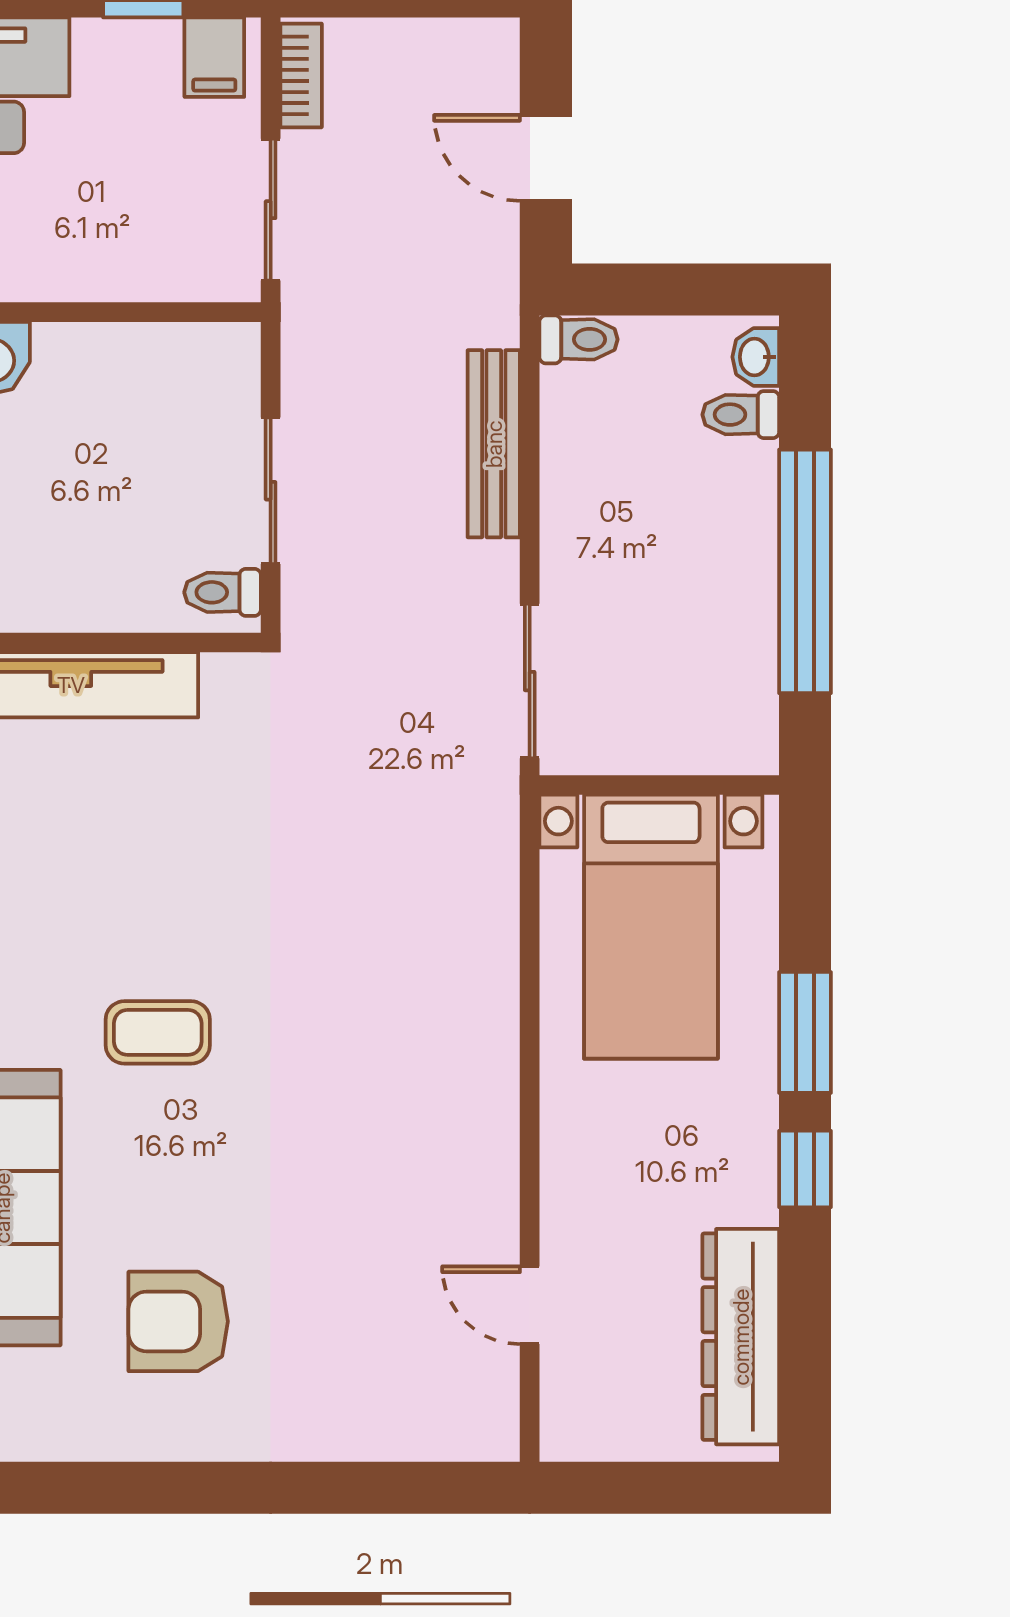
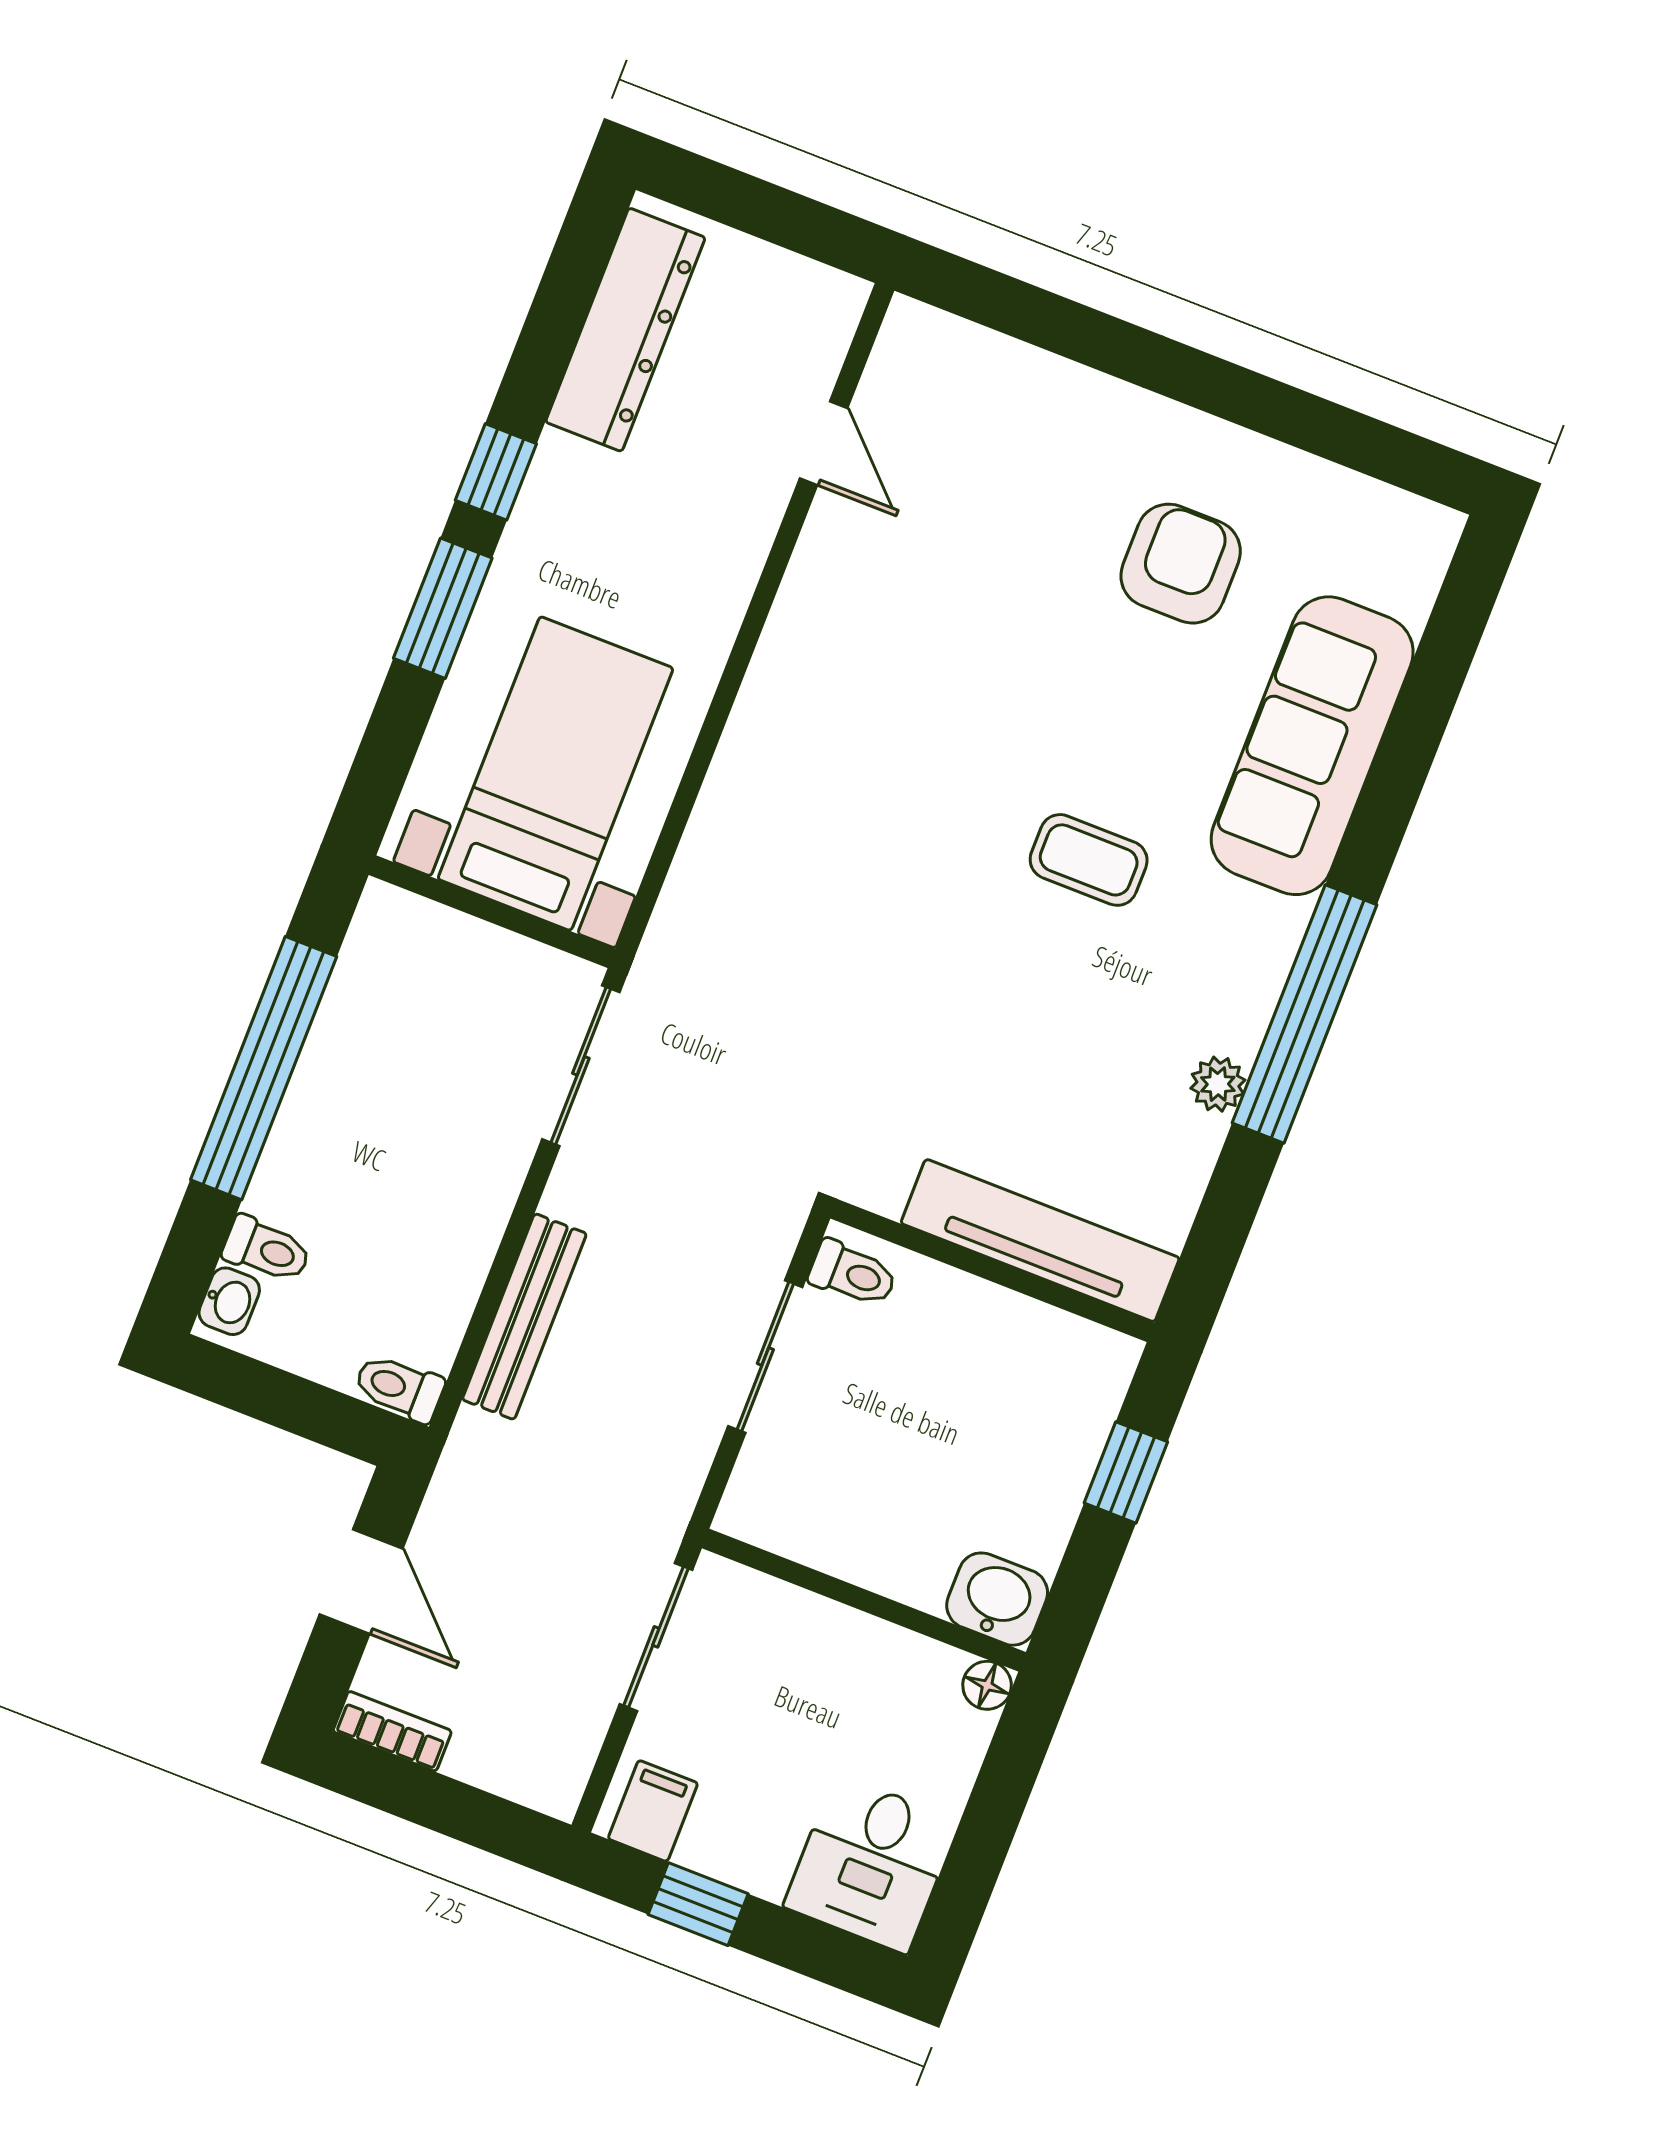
bookcase: (301, 75) -> (392, 1731), moved, turned 90
armchair: (178, 1321) -> (1181, 564), turned -90

